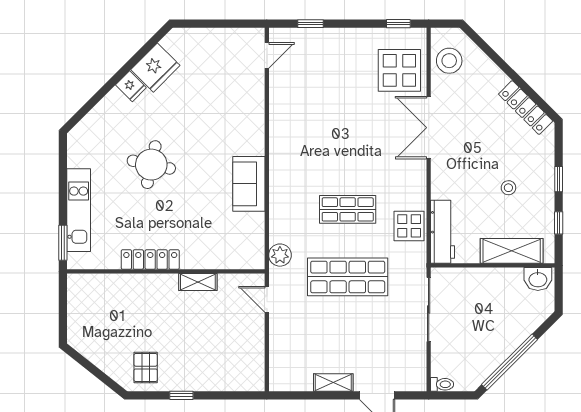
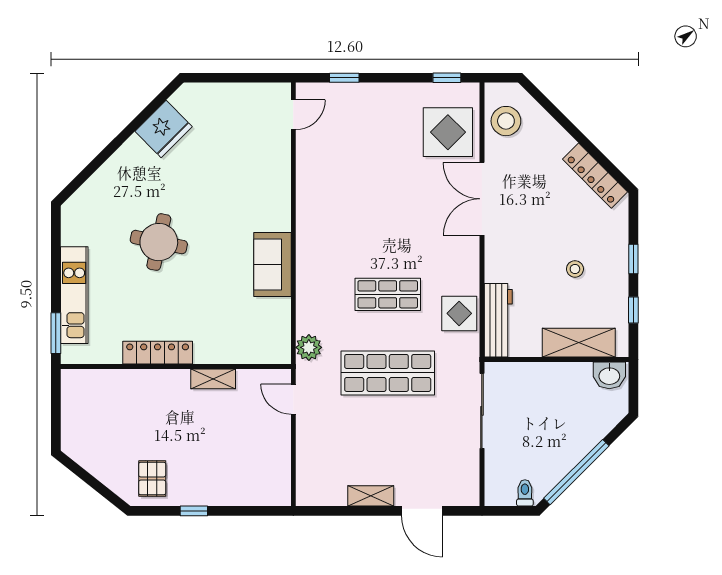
fridge: (131, 86) -> (135, 151), removed
toilet: (442, 384) -> (525, 493), moved, turned -90

